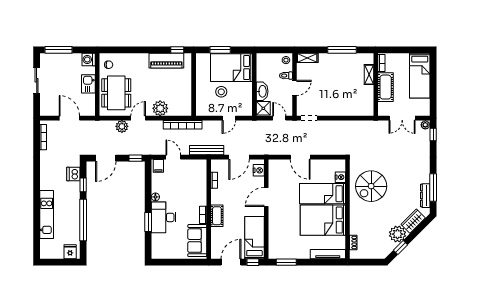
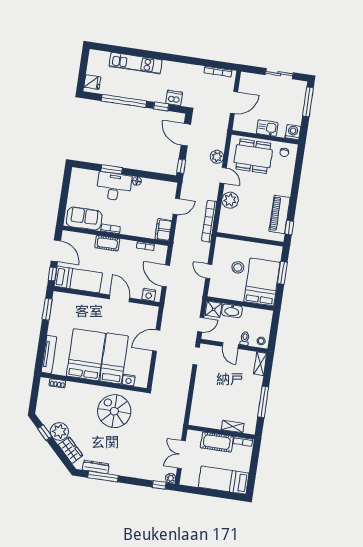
bench: (207, 150) -> (178, 243), removed
filing cabinet: (158, 166) -> (163, 230), moved, width x2.00

